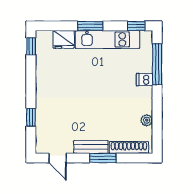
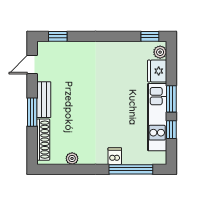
window: (136, 26) -> (171, 130), moved
plant: (46, 37) -> (160, 52), added
window: (31, 117) -> (58, 36), moved

